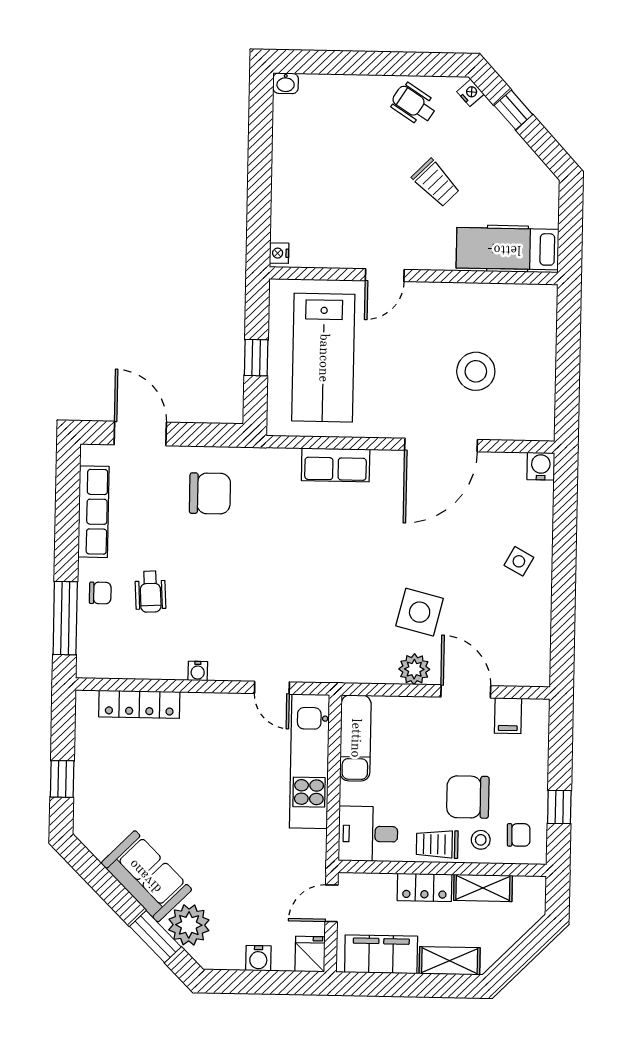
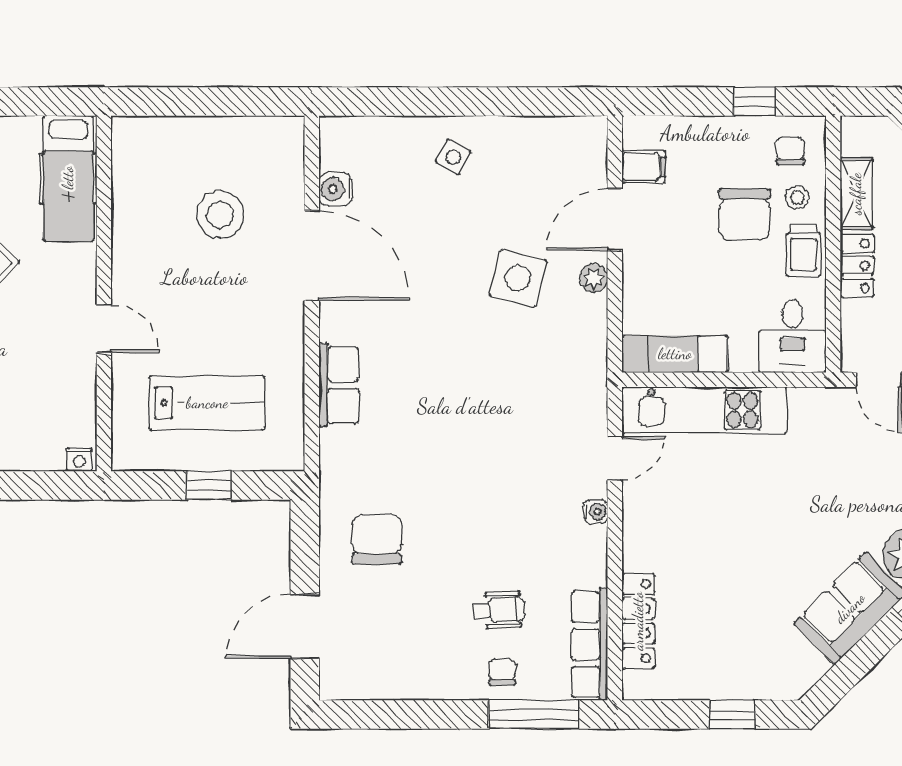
lab bench: (323, 358) -> (207, 403), width x0.73, depth x0.72
water cooler: (541, 466) -> (336, 189), moved
row of seats: (93, 512) -> (589, 644), moved, turned -90
plant: (414, 669) -> (594, 278), width x0.73, depth x0.73
water cooler: (198, 671) -> (596, 512), moved

